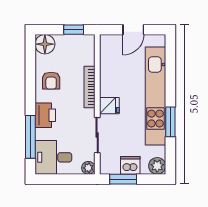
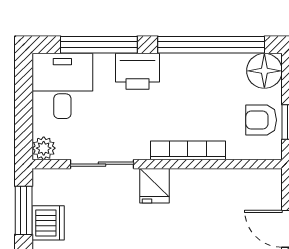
window: (30, 74) -> (211, 45), added
armchair: (51, 81) -> (261, 120), moved

